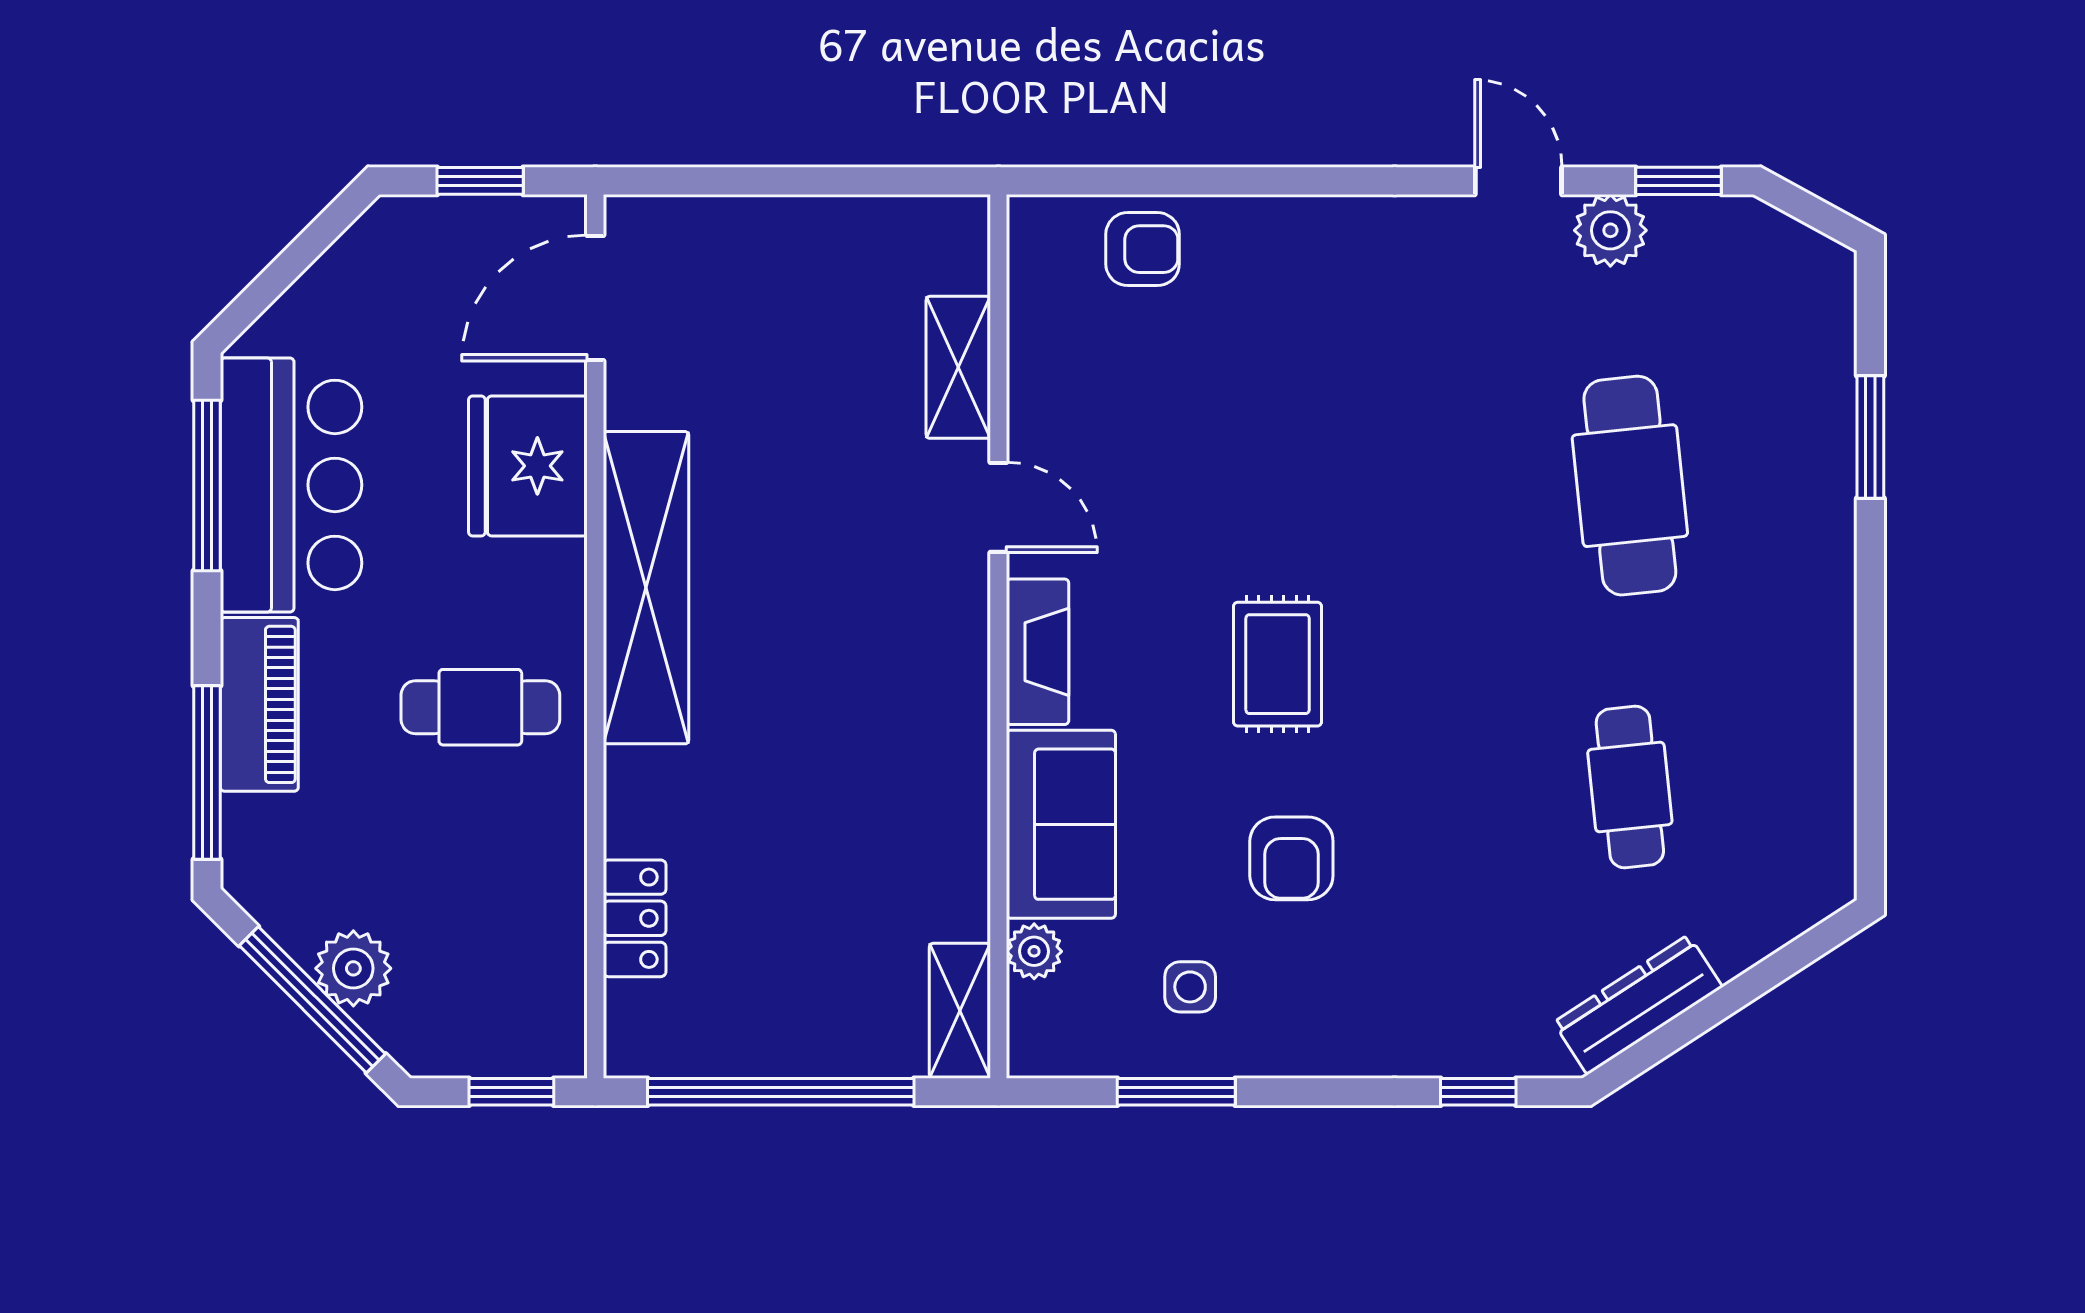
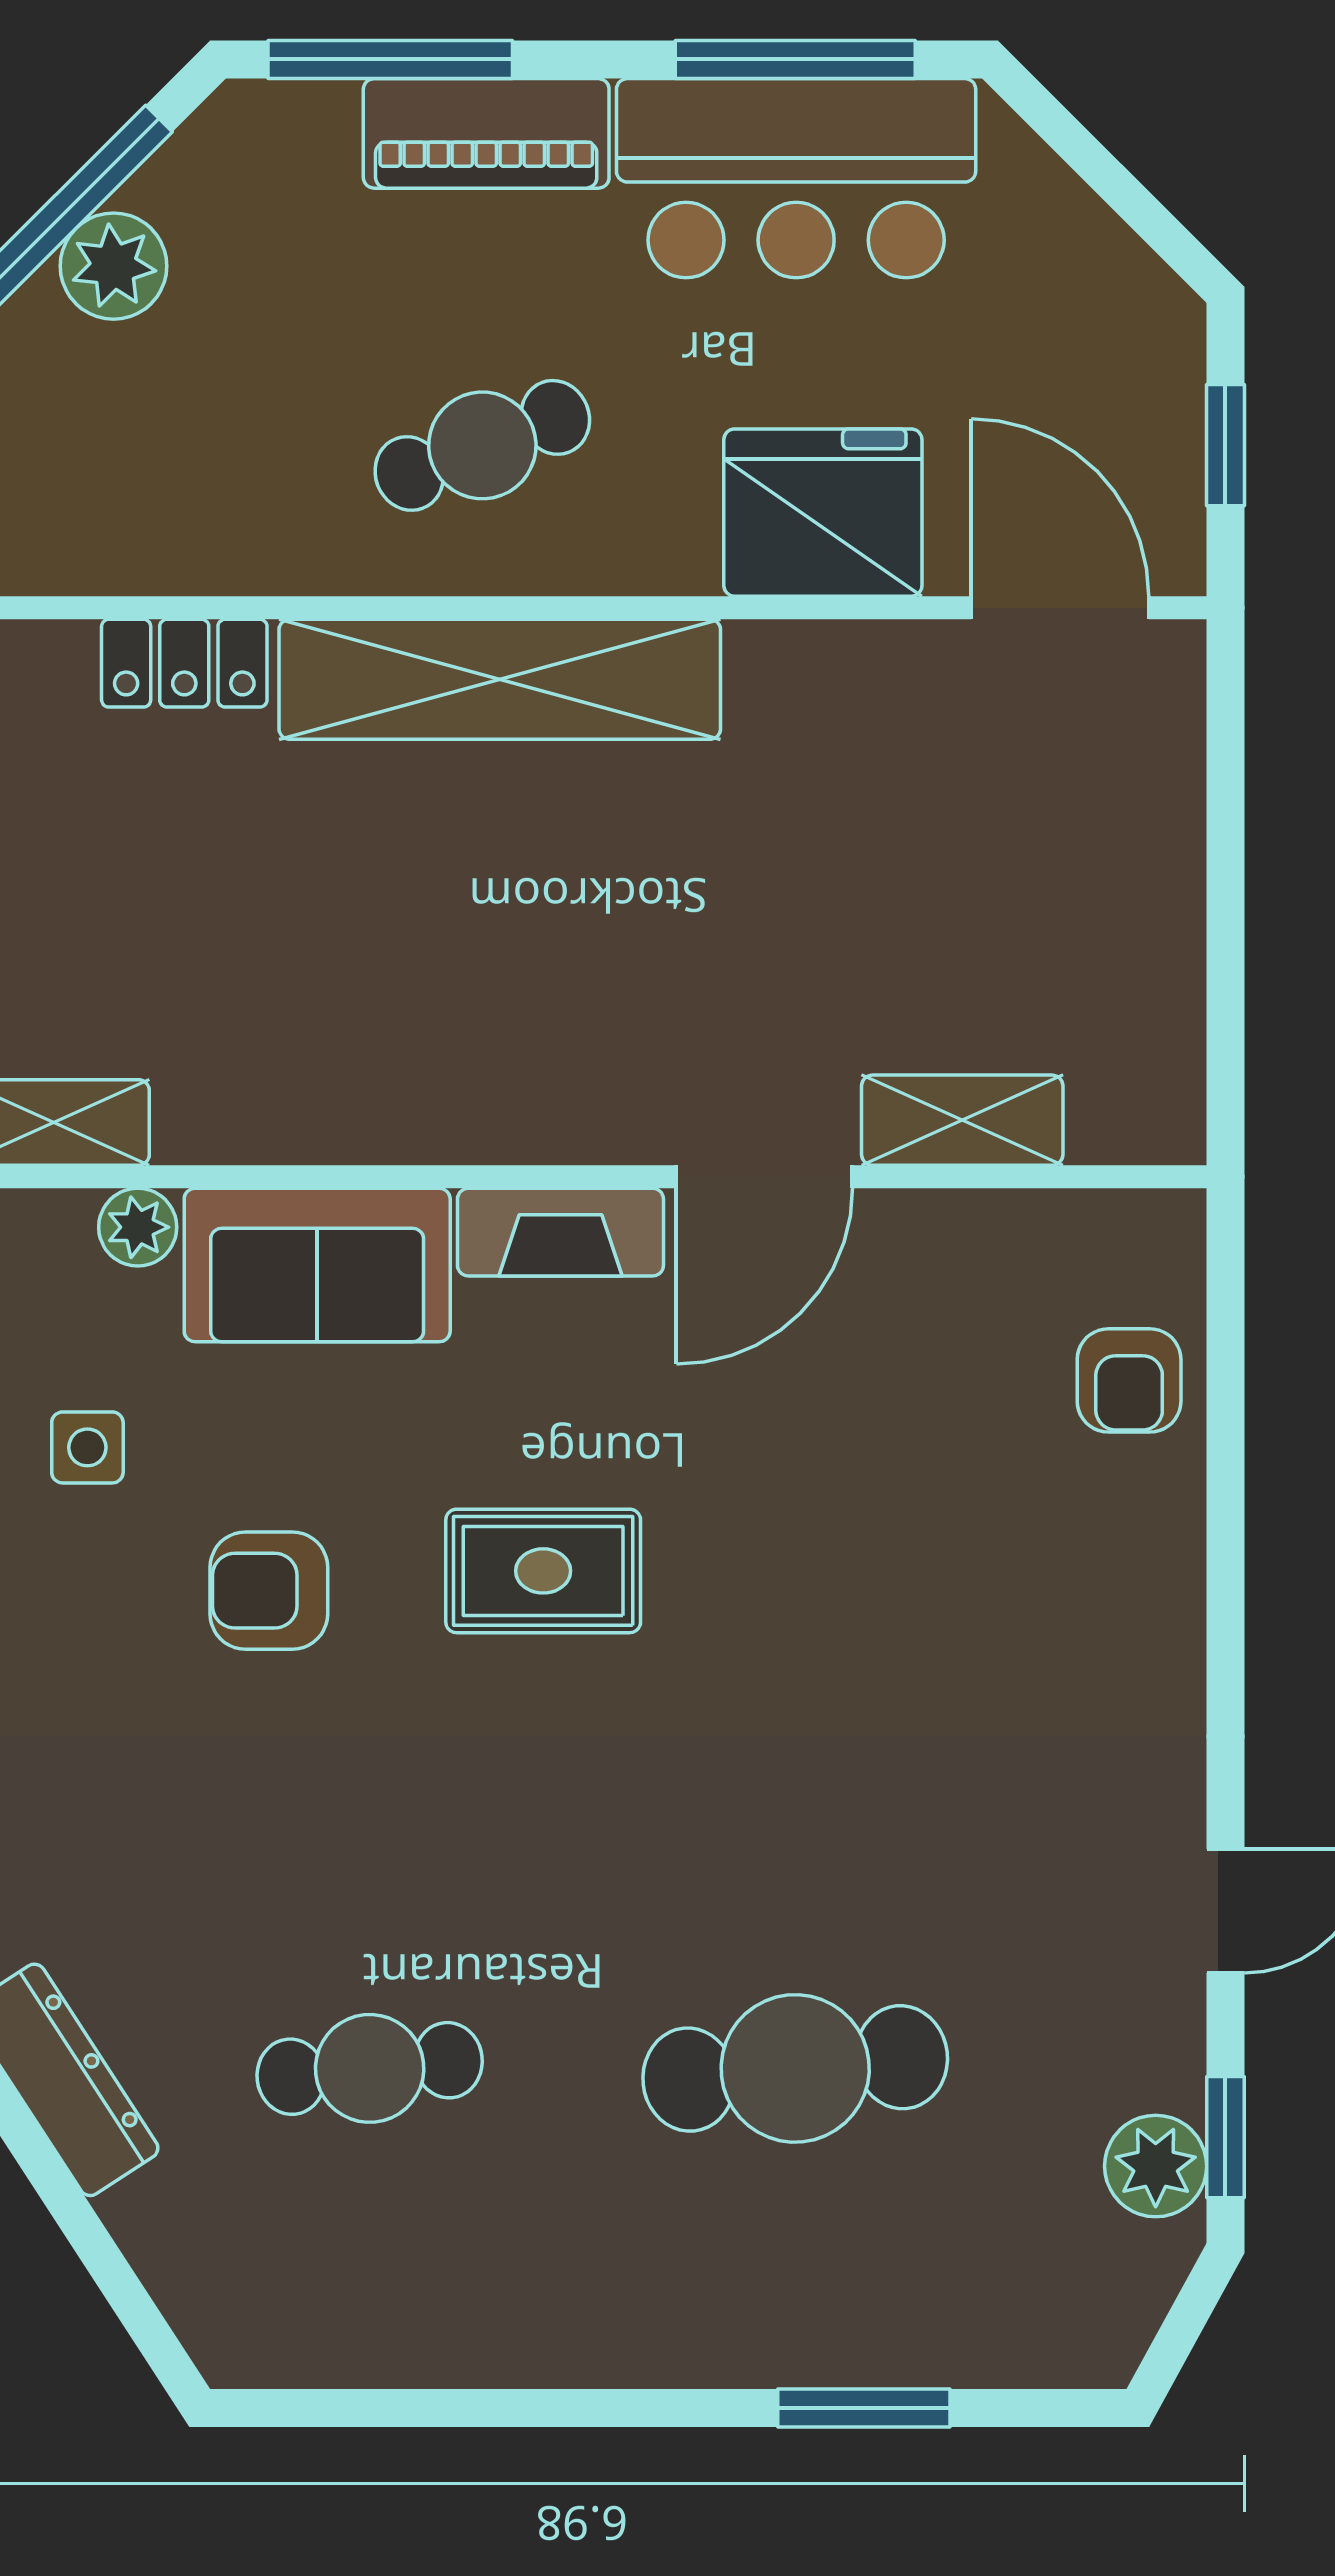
plant: (1610, 230) -> (1156, 2166), moved
door: (998, 507) -> (764, 1177), width x1.38
shelving: (646, 588) -> (500, 679), moved
cafe table: (480, 707) -> (482, 445), turned 69

